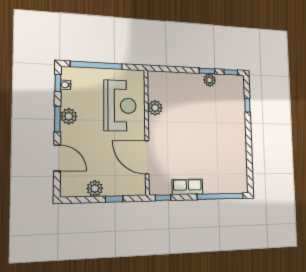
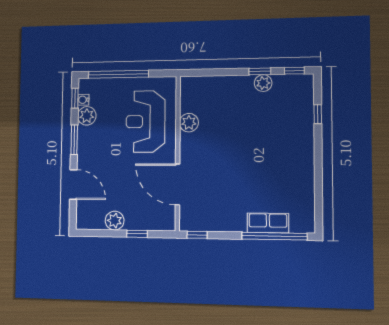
reception desk: (120, 106) -> (145, 122), turned 180
plant: (69, 116) -> (87, 116), moved
row of seats: (187, 187) -> (268, 223), moved

